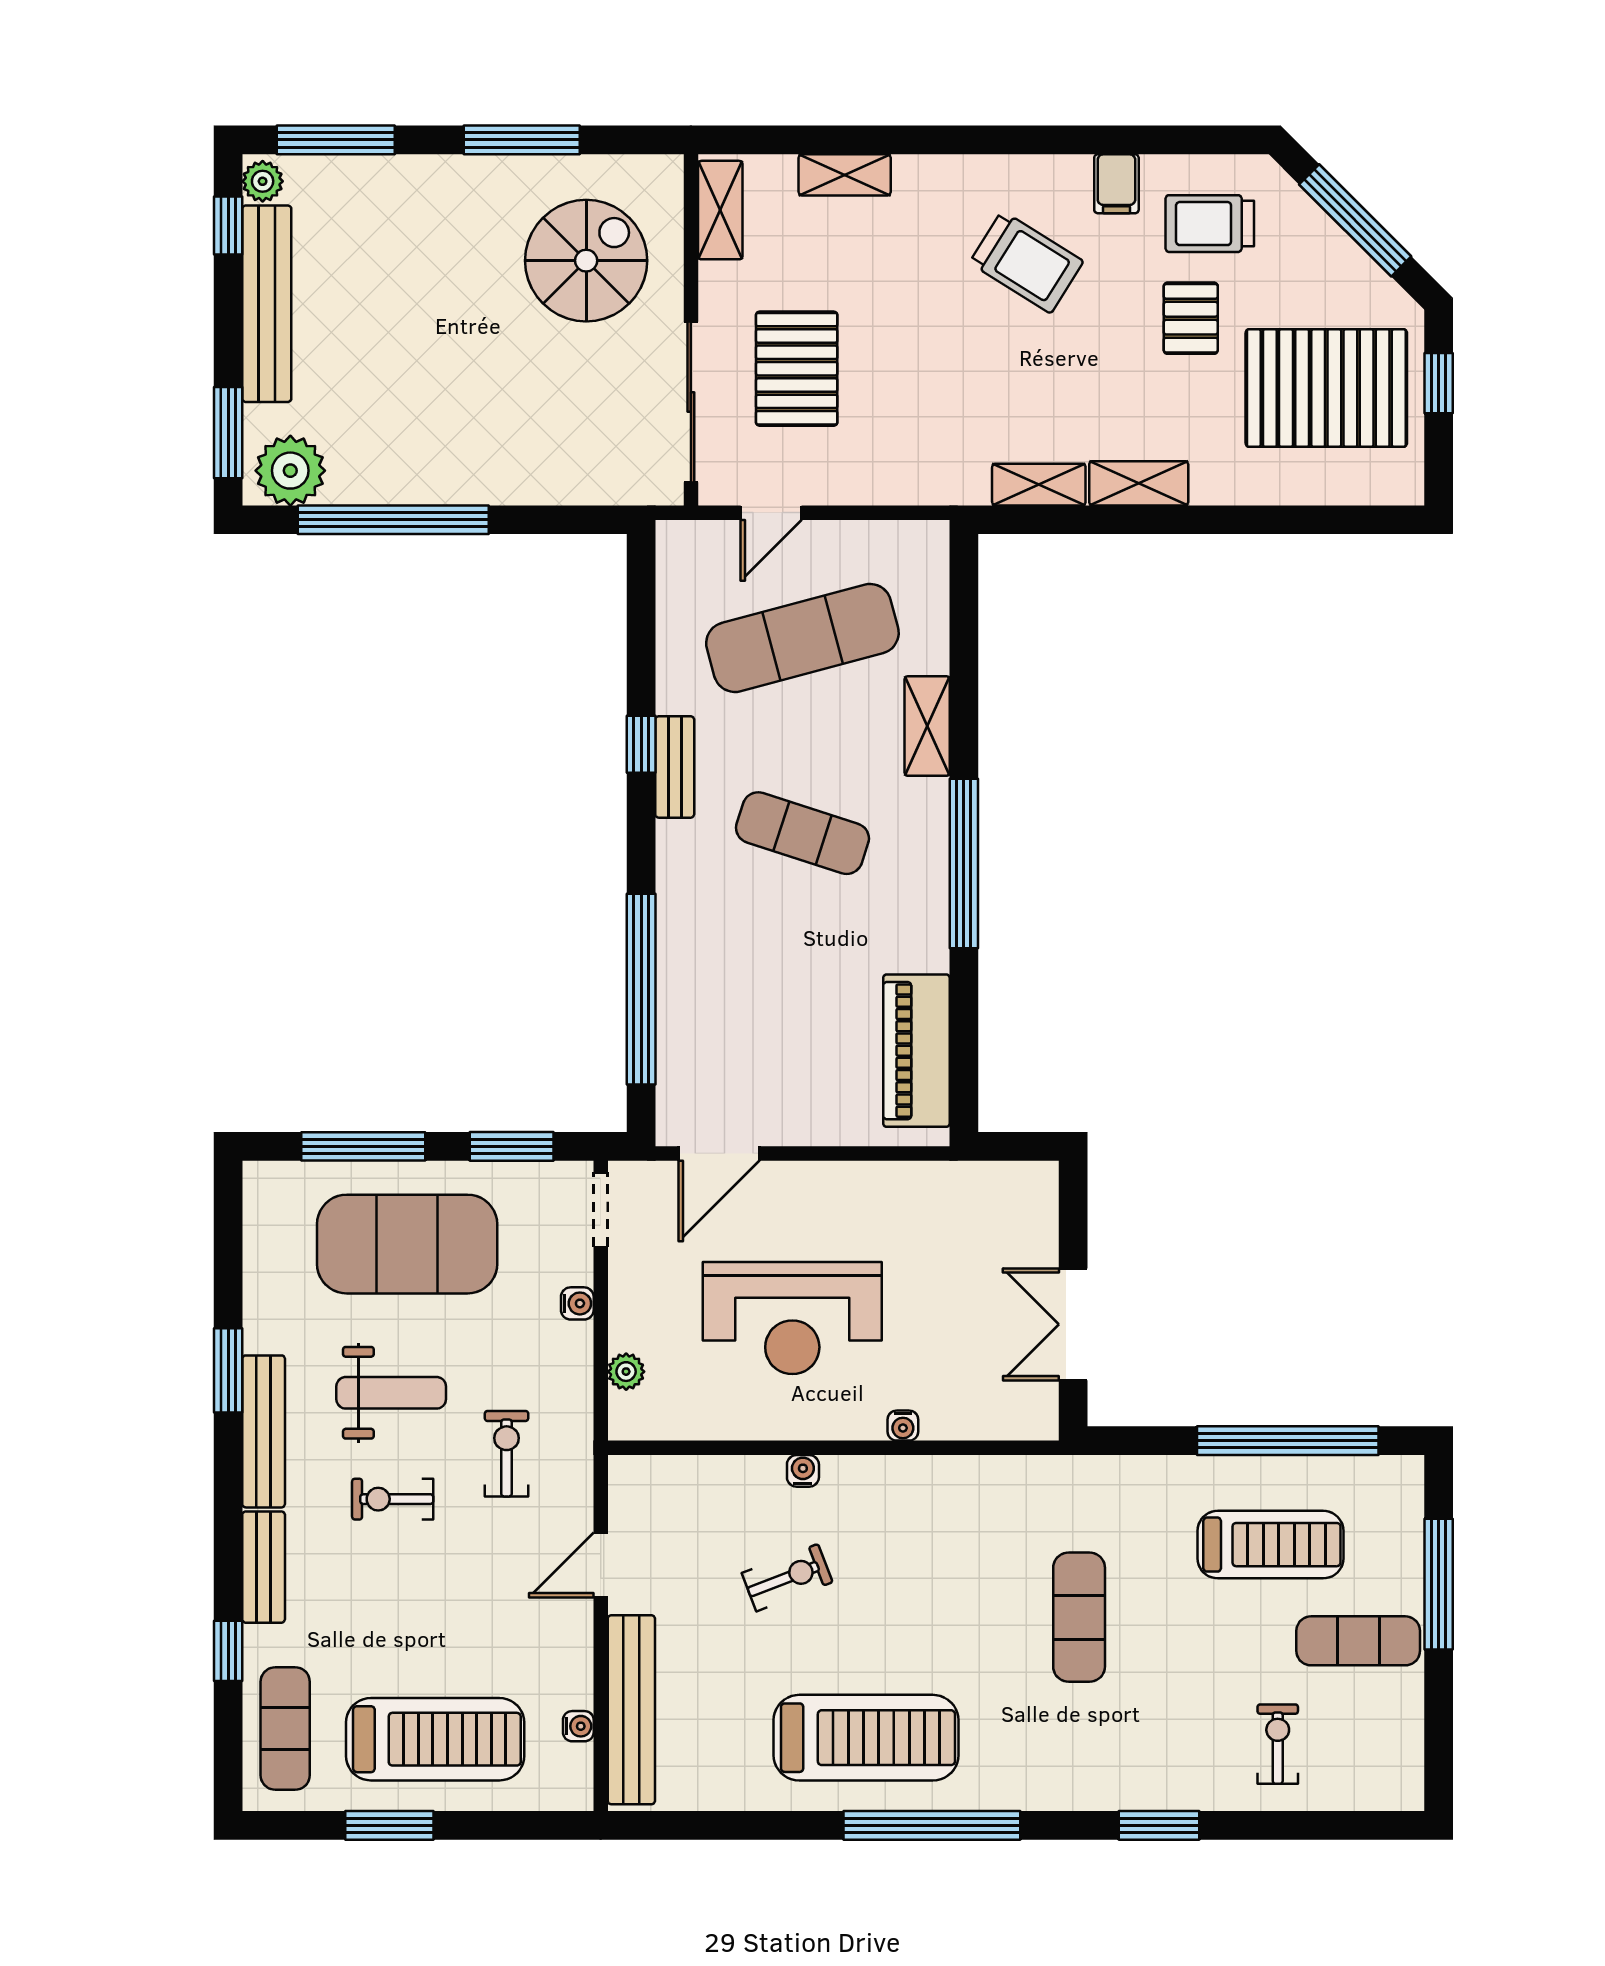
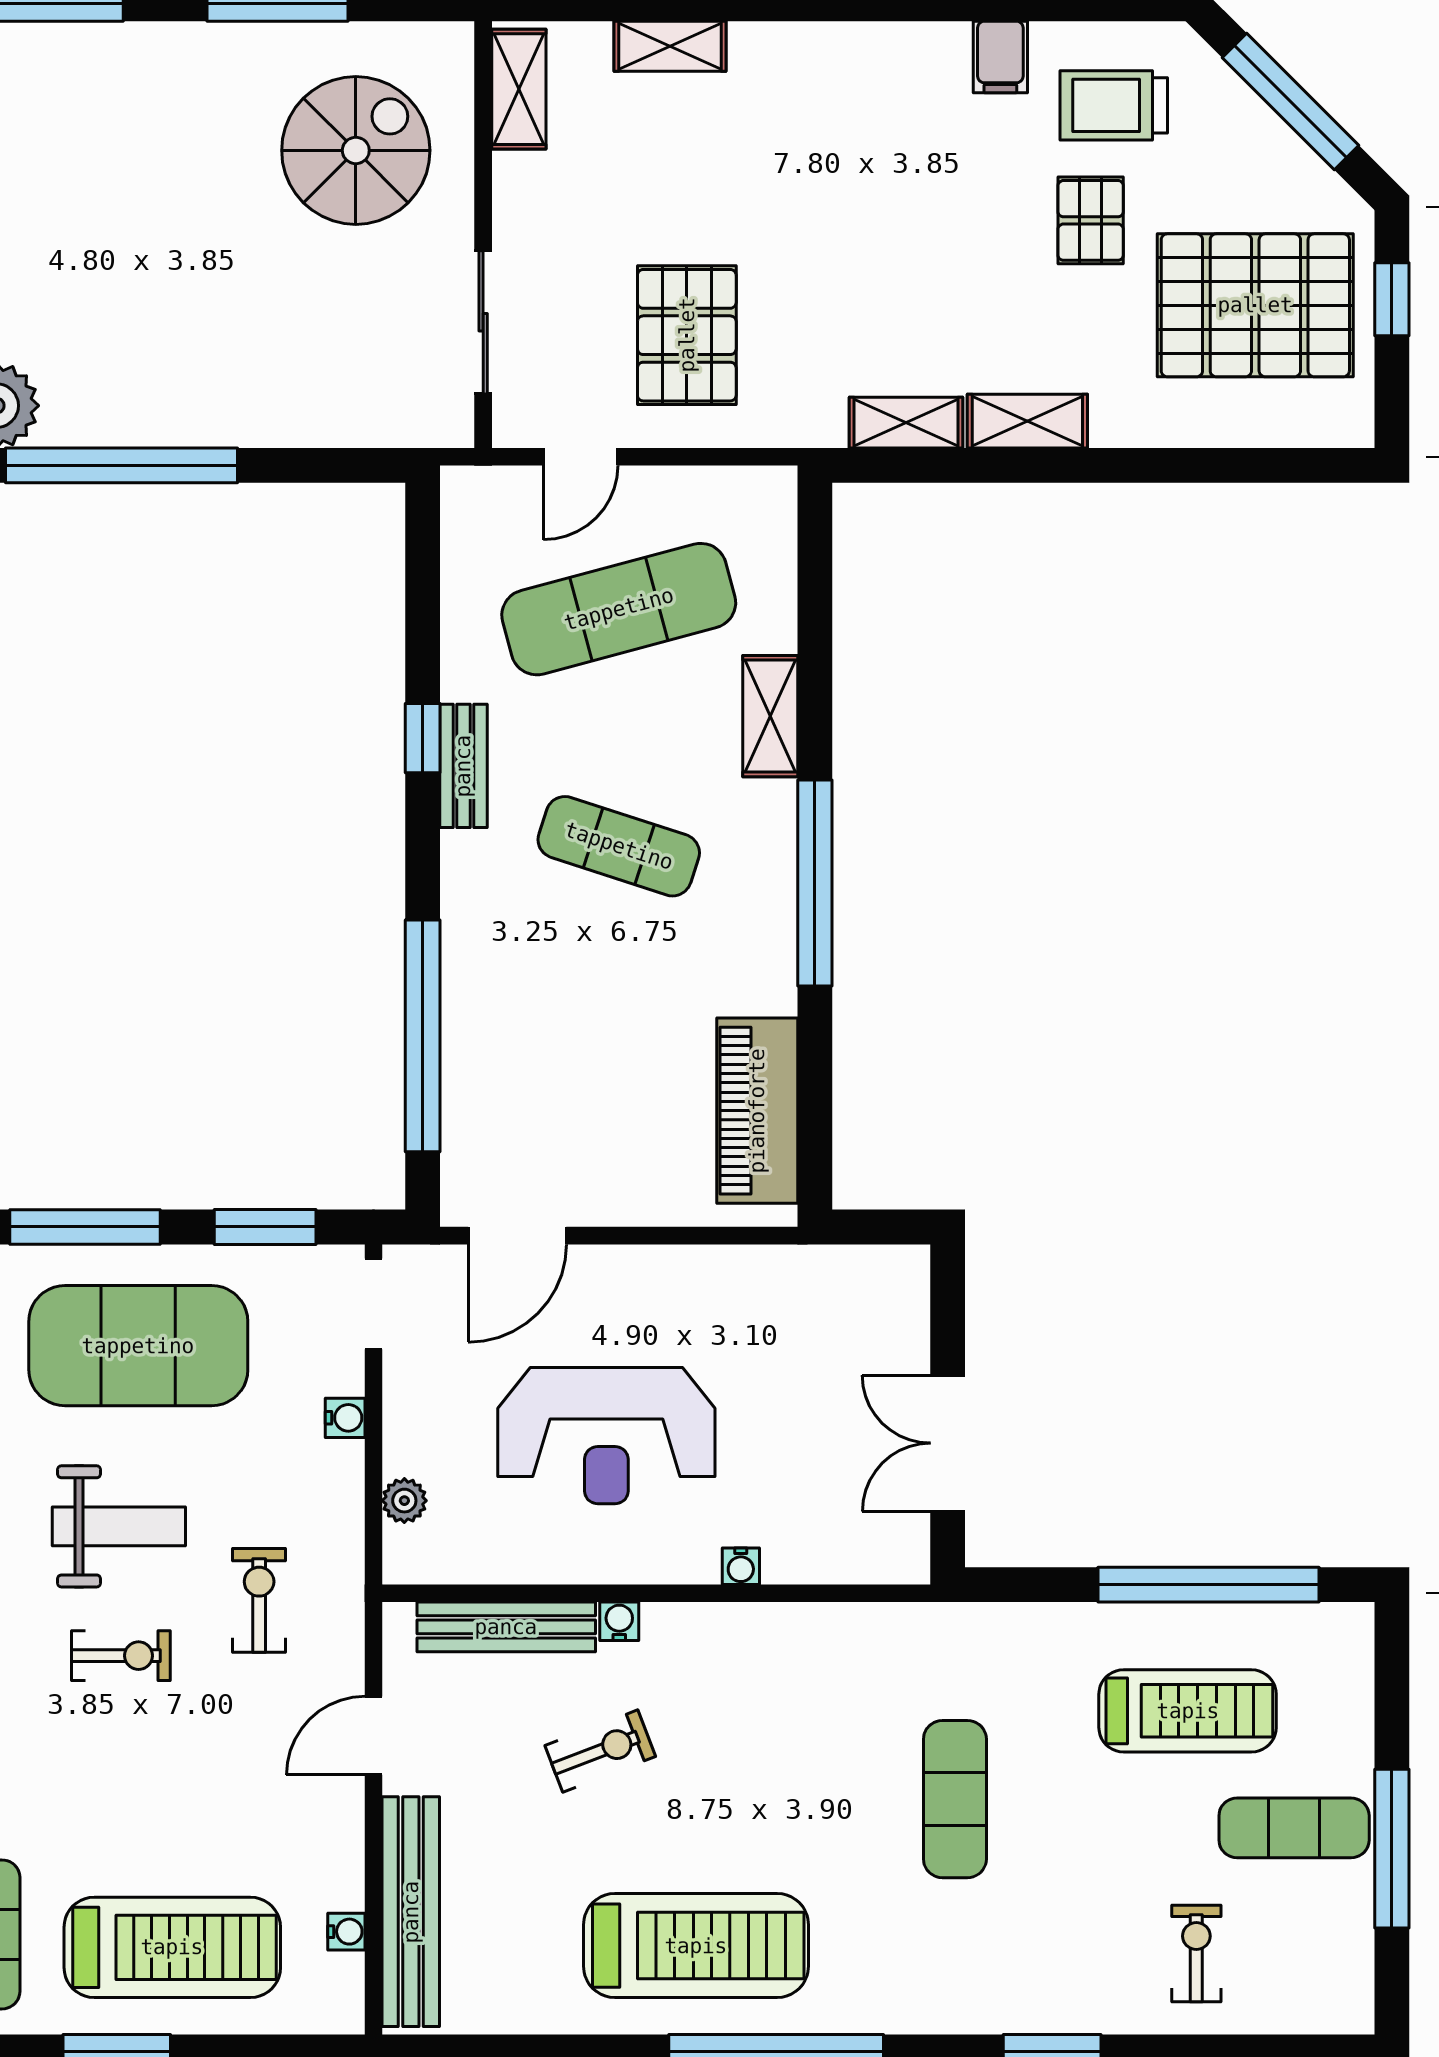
trolley: (1026, 262) -> (891, 152), removed
pallet: (797, 369) -> (687, 335), moved
sliding door: (691, 402) -> (483, 322), width x0.73
bench: (710, 1476) -> (506, 1627), added
exercise bike: (393, 1499) -> (121, 1656), turned 180
window: (1439, 1584) -> (1392, 1849), moved

